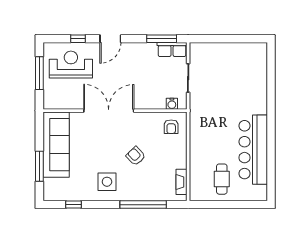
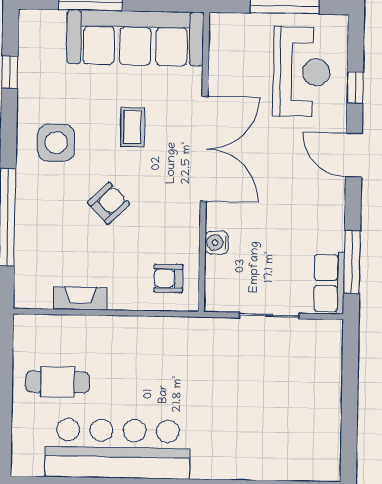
water cooler: (172, 104) -> (217, 243), moved
coffee table: (99, 145) -> (132, 127), added
fireplace: (181, 182) -> (80, 298), moved

